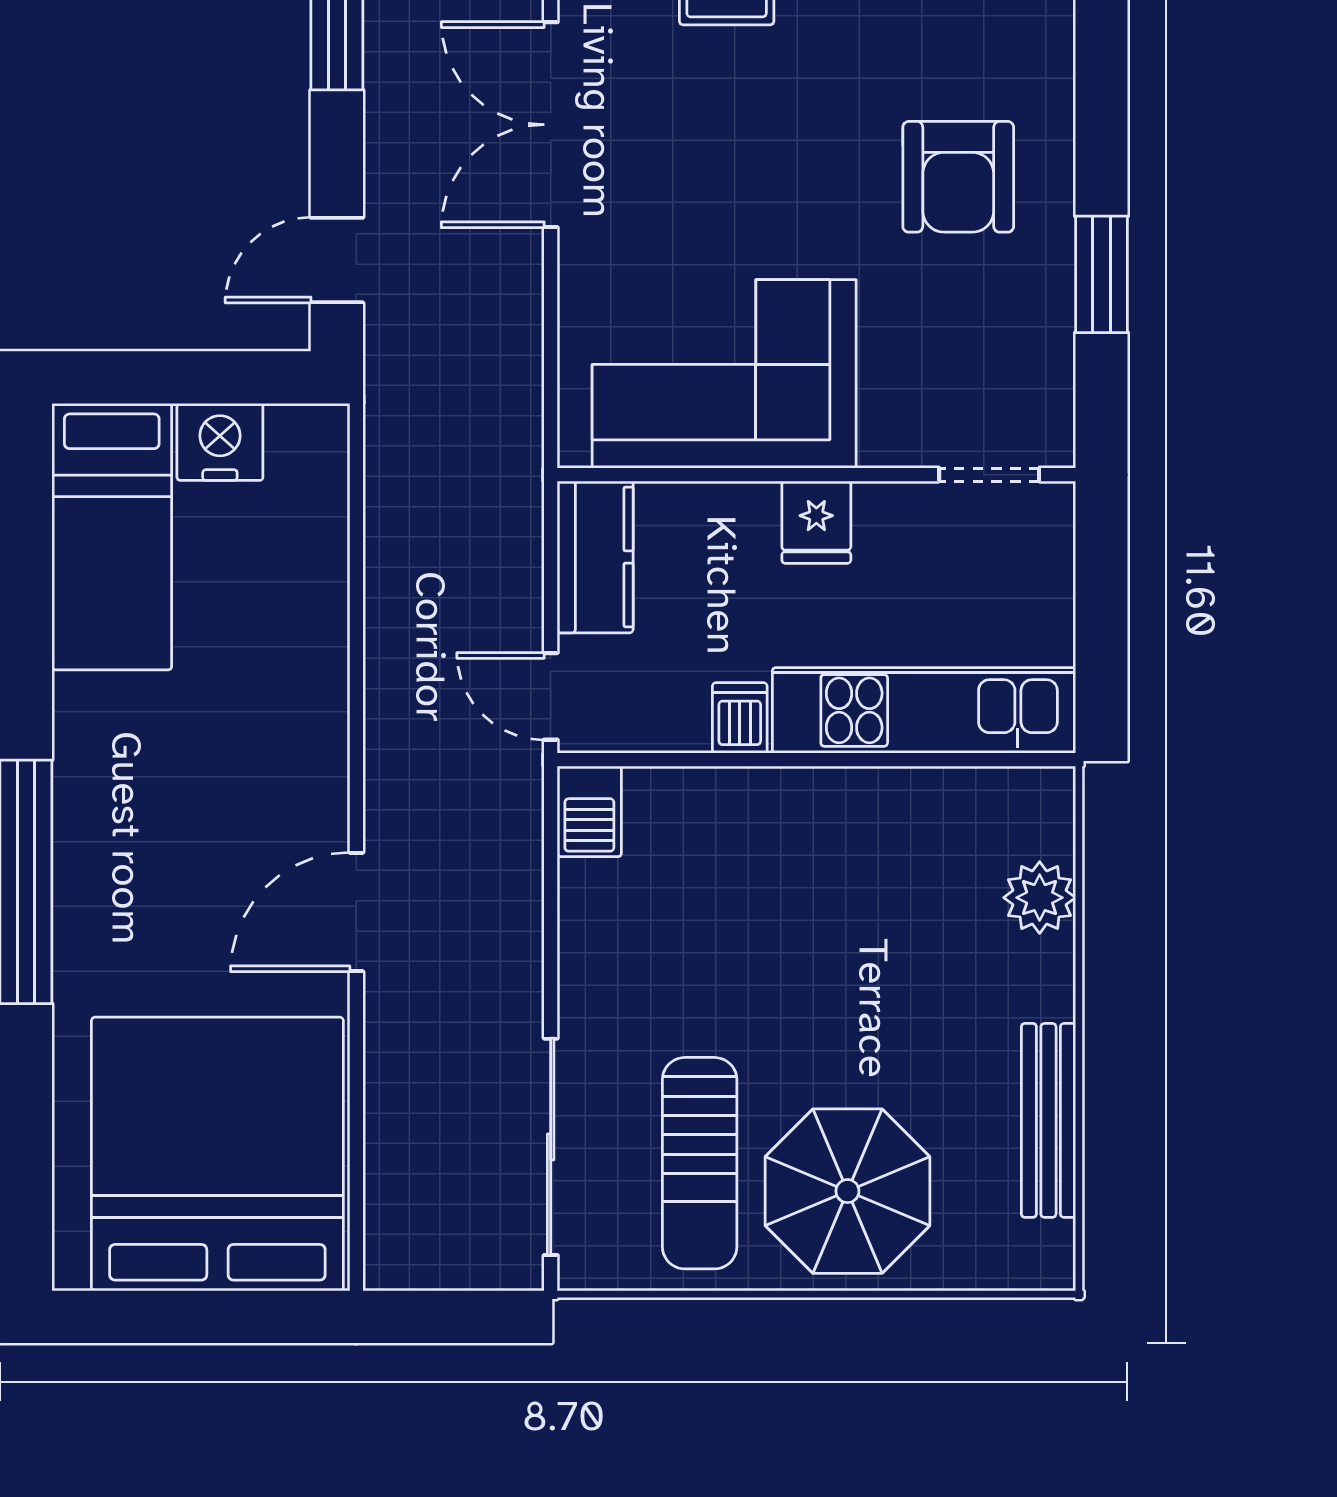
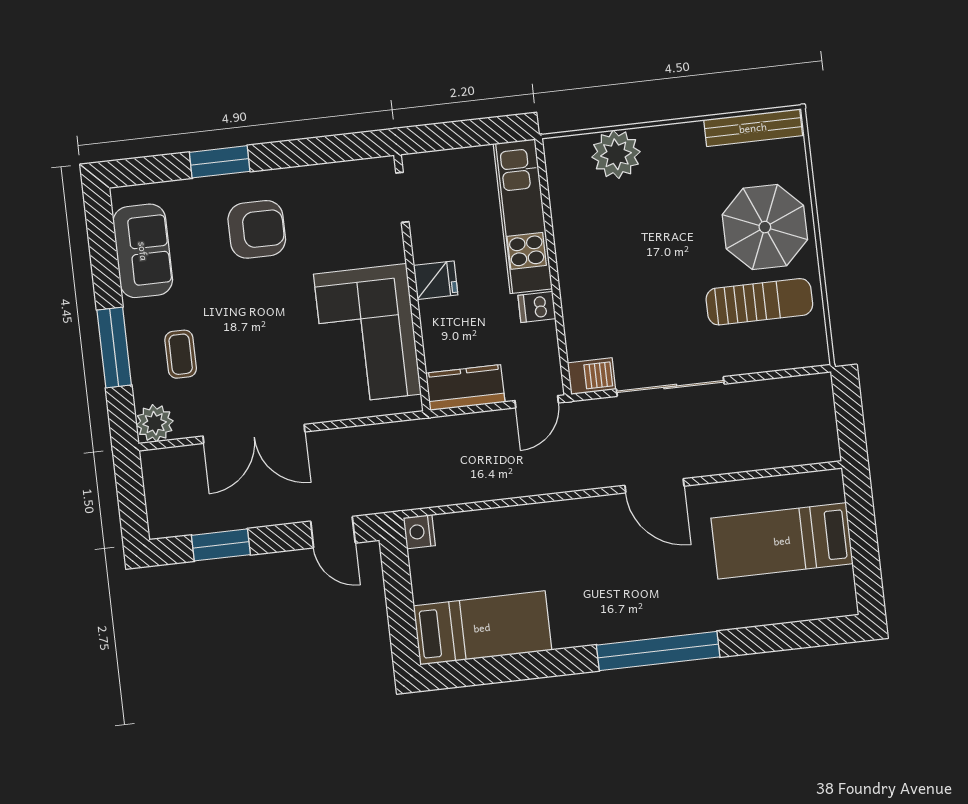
window: (1101, 274) -> (220, 162), moved
nightstand: (220, 442) -> (419, 532), moved, width x0.74, depth x0.75
plant: (1040, 898) -> (616, 154), width x1.36, depth x1.36
bench: (1048, 1120) -> (753, 128), moved
sliding door: (551, 1147) -> (670, 387), moved
bed: (217, 1154) -> (782, 541), width x0.49

